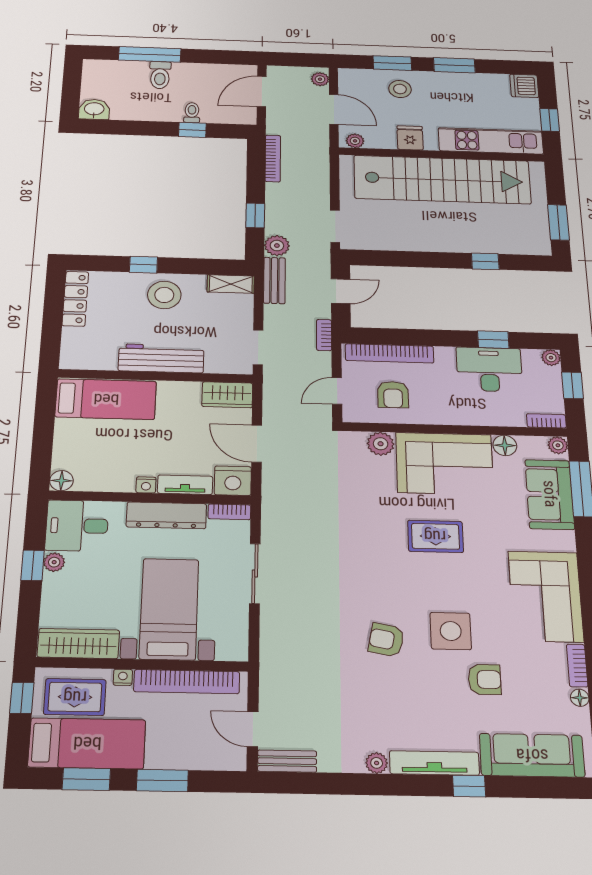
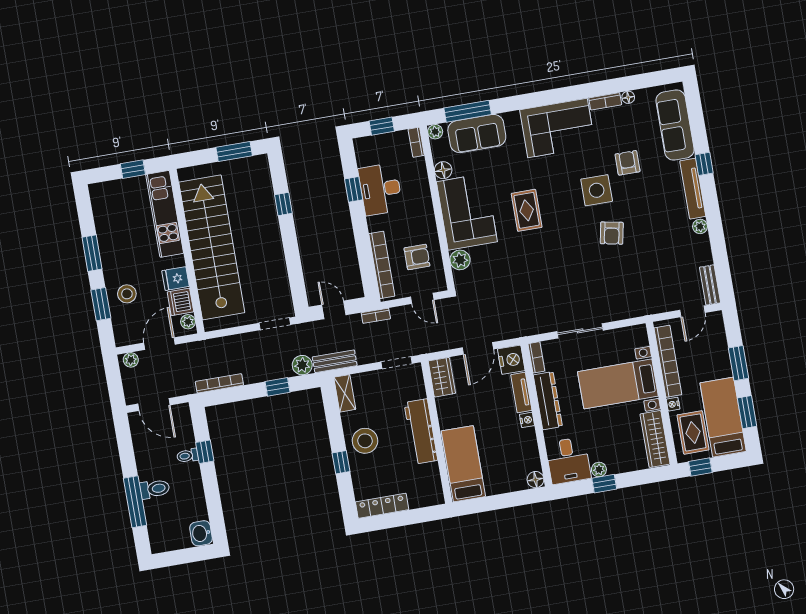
dishwasher: (524, 86) -> (180, 302), moved, turned 90
plant: (551, 358) -> (361, 144), removed

